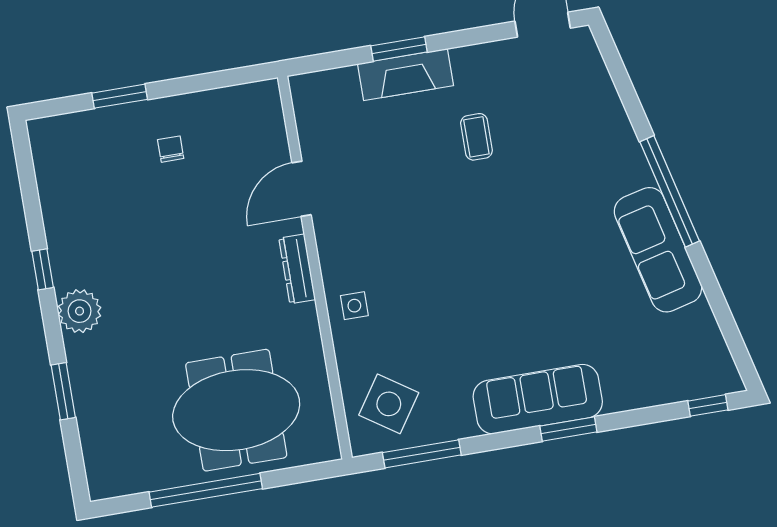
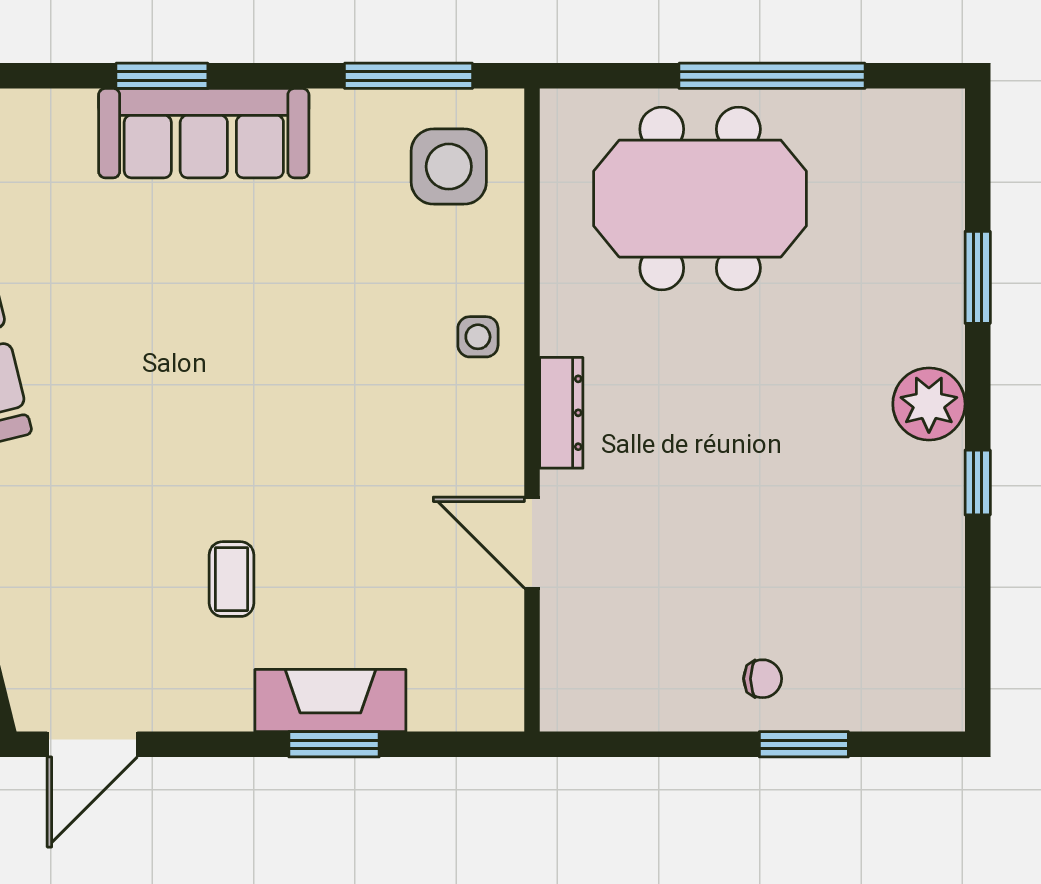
chair: (171, 149) -> (763, 679), moved, turned -90
door: (301, 189) -> (532, 543), swing flipped
side table: (389, 404) -> (449, 167), turned -34

